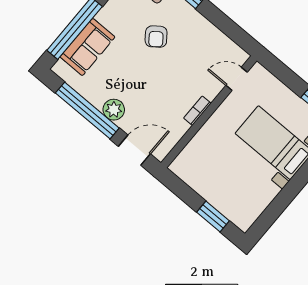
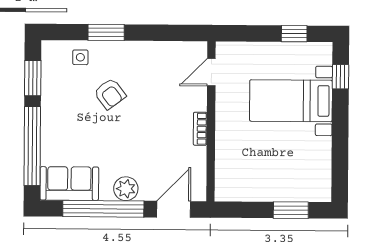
sofa: (88, 47) -> (69, 184), moved, turned -90

